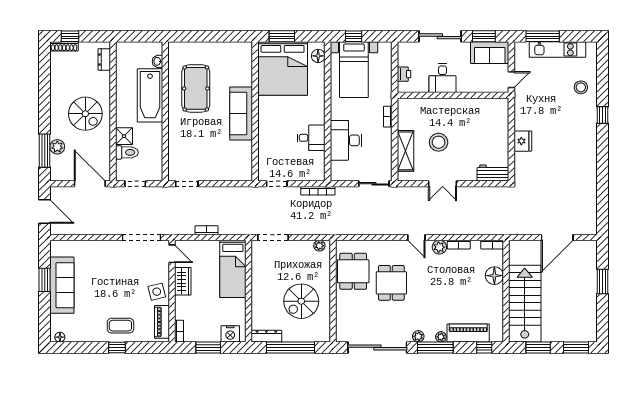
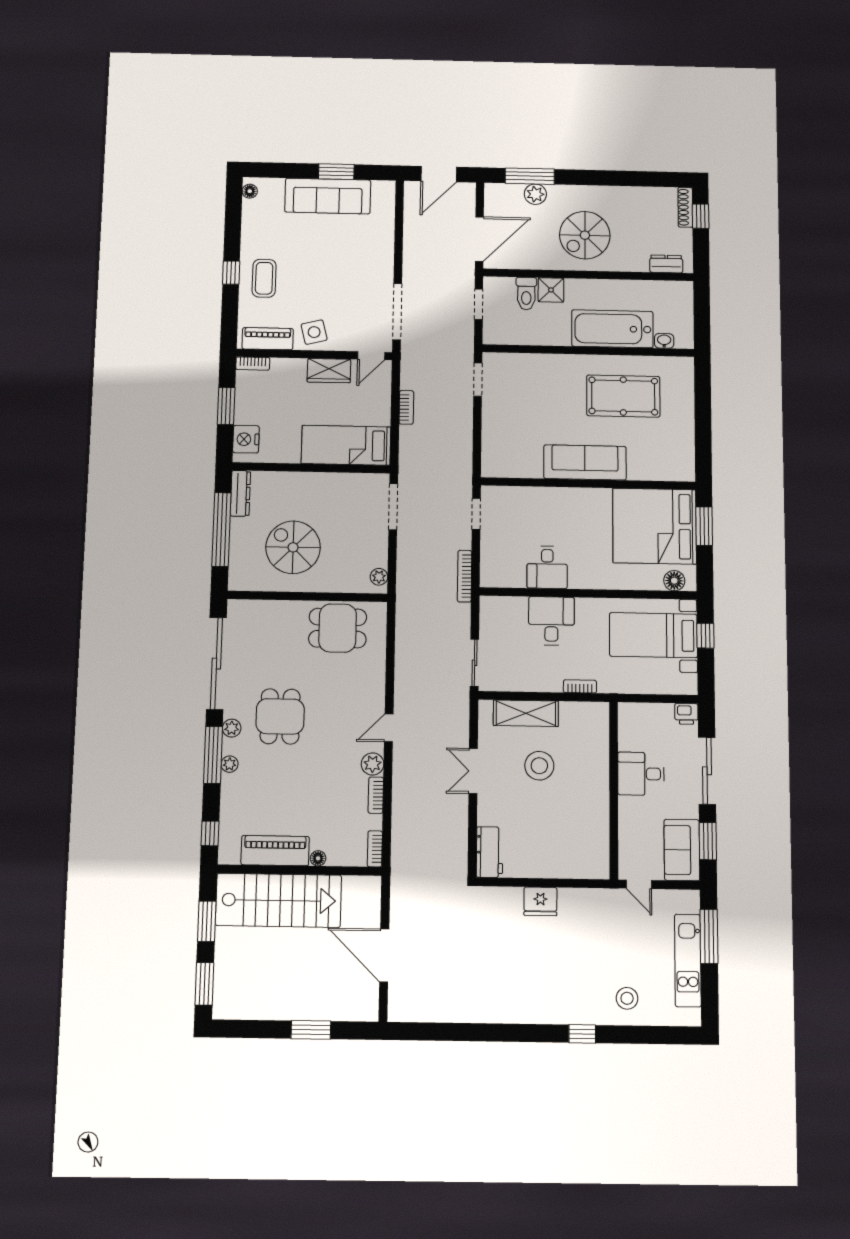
printer: (404, 74) -> (686, 714), moved
desk: (346, 140) -> (551, 621), width x0.73
floor lamp: (494, 276) -> (318, 858), width x0.53, depth x0.53
dining table: (391, 283) -> (280, 716), moved, turned 90
piano: (468, 333) -> (275, 851), moved, turned -90

